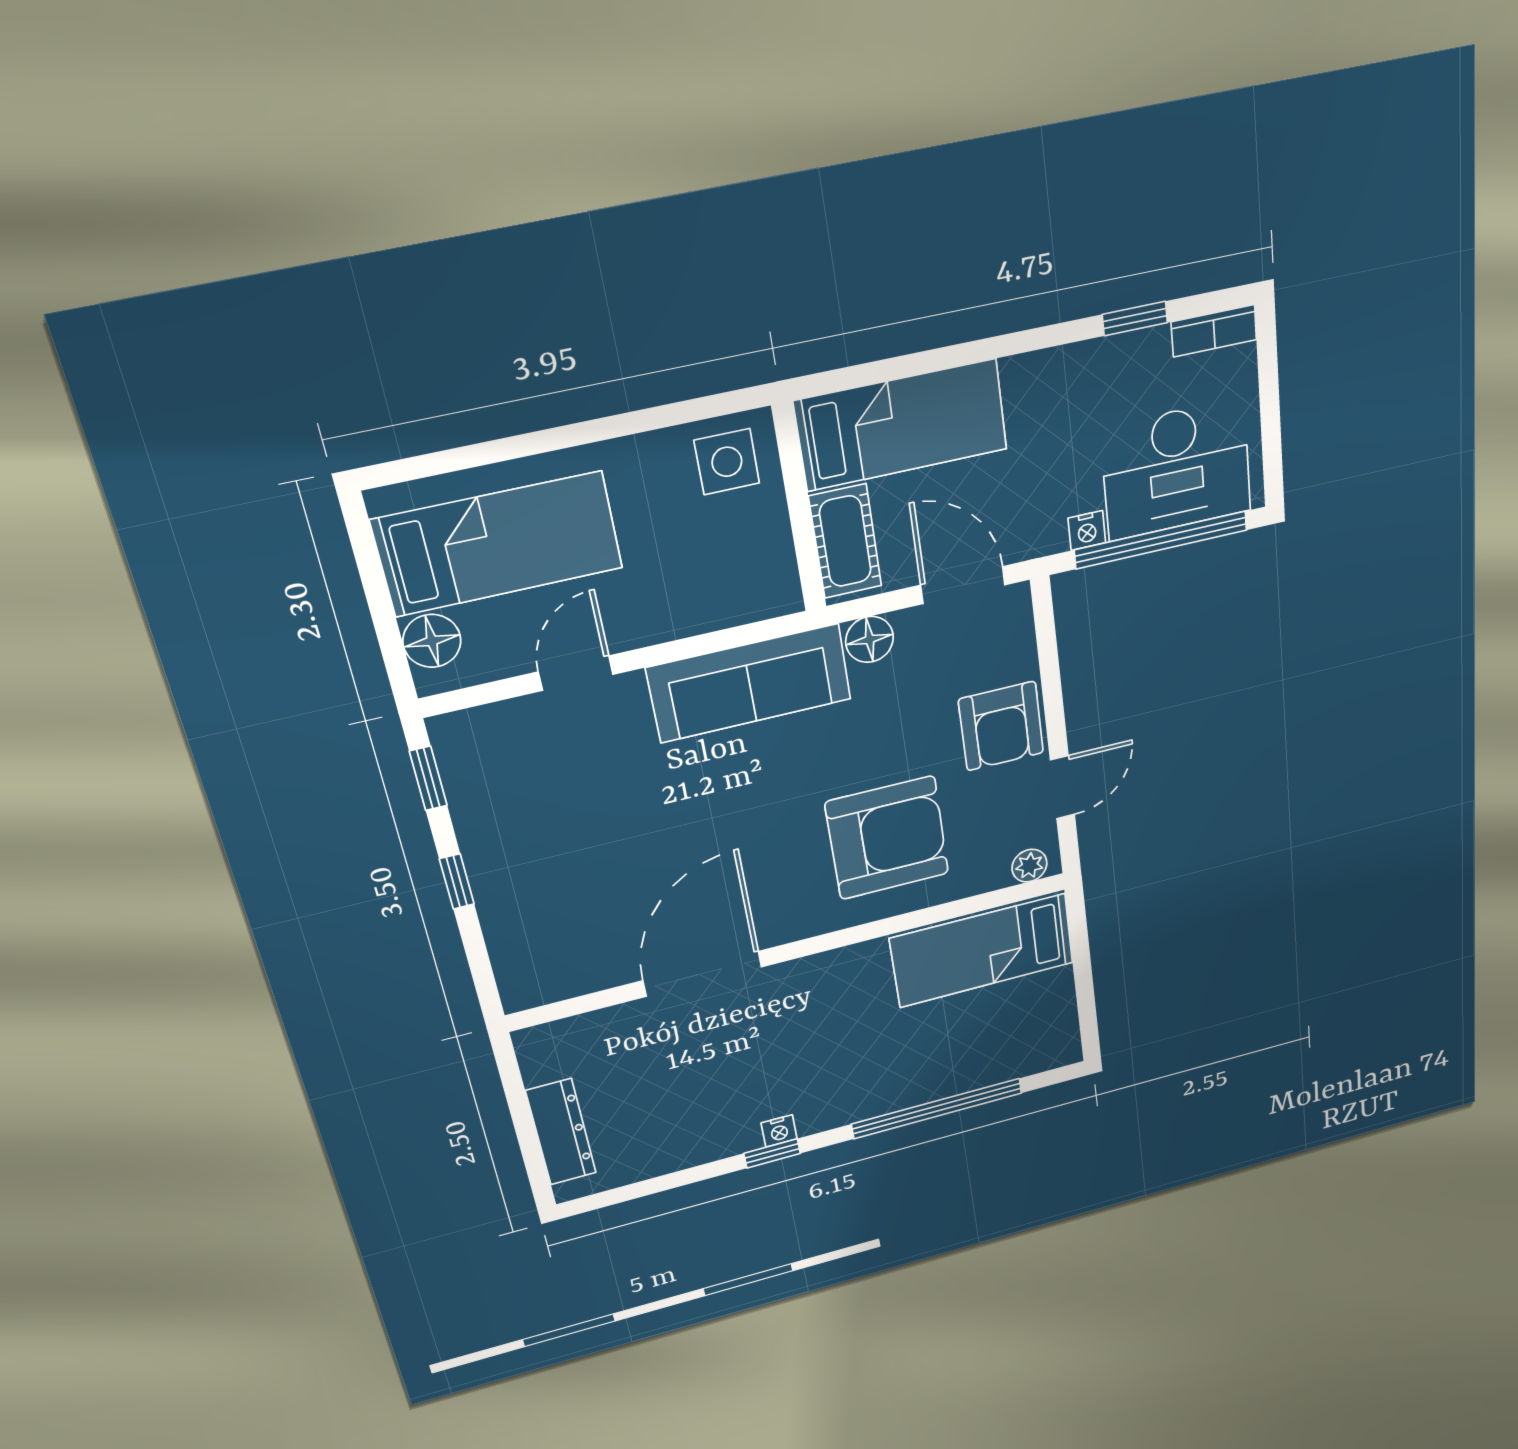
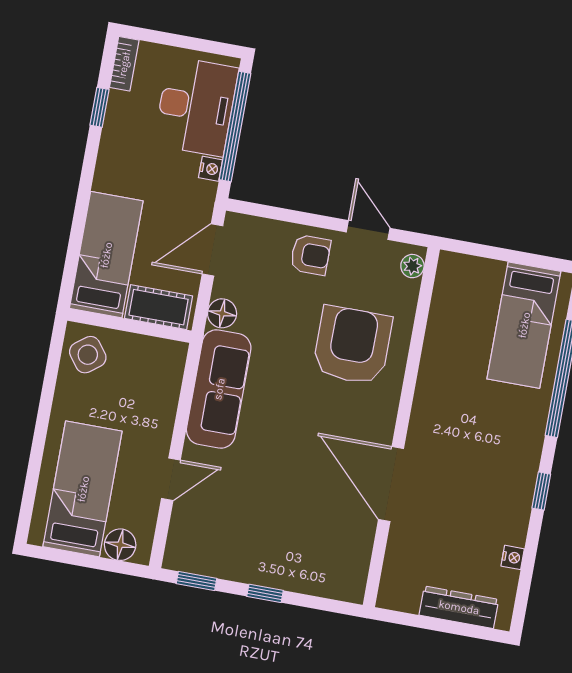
side table: (727, 462) -> (88, 355), turned -37
door: (576, 673) -> (171, 479), swing flipped
armchair: (1001, 726) -> (310, 255), width x0.72, depth x0.72
bed: (982, 951) -> (524, 325), moved
nightstand: (779, 1131) -> (513, 557), moved

